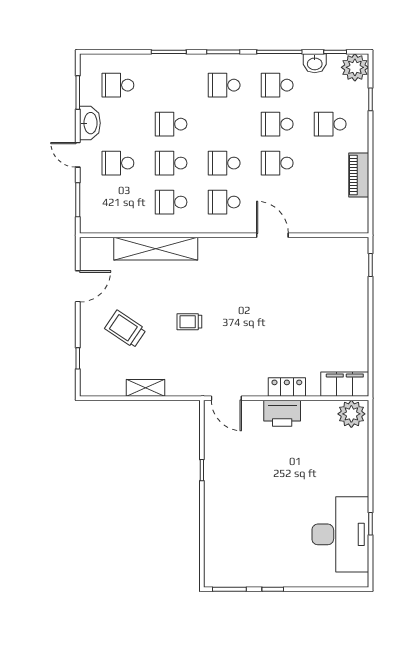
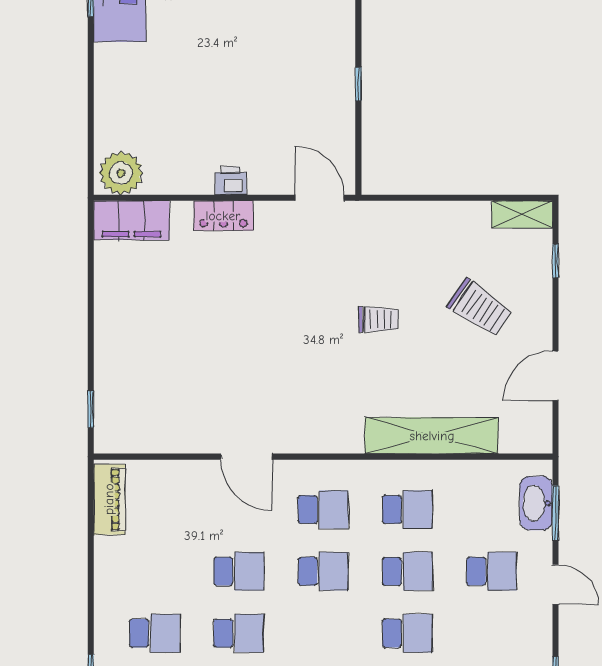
washbasin: (90, 123) -> (536, 503), moved
piano: (359, 175) -> (109, 499), moved
shelving: (145, 388) -> (522, 214), moved
printer: (282, 413) -> (231, 181), width x0.53, depth x0.68

